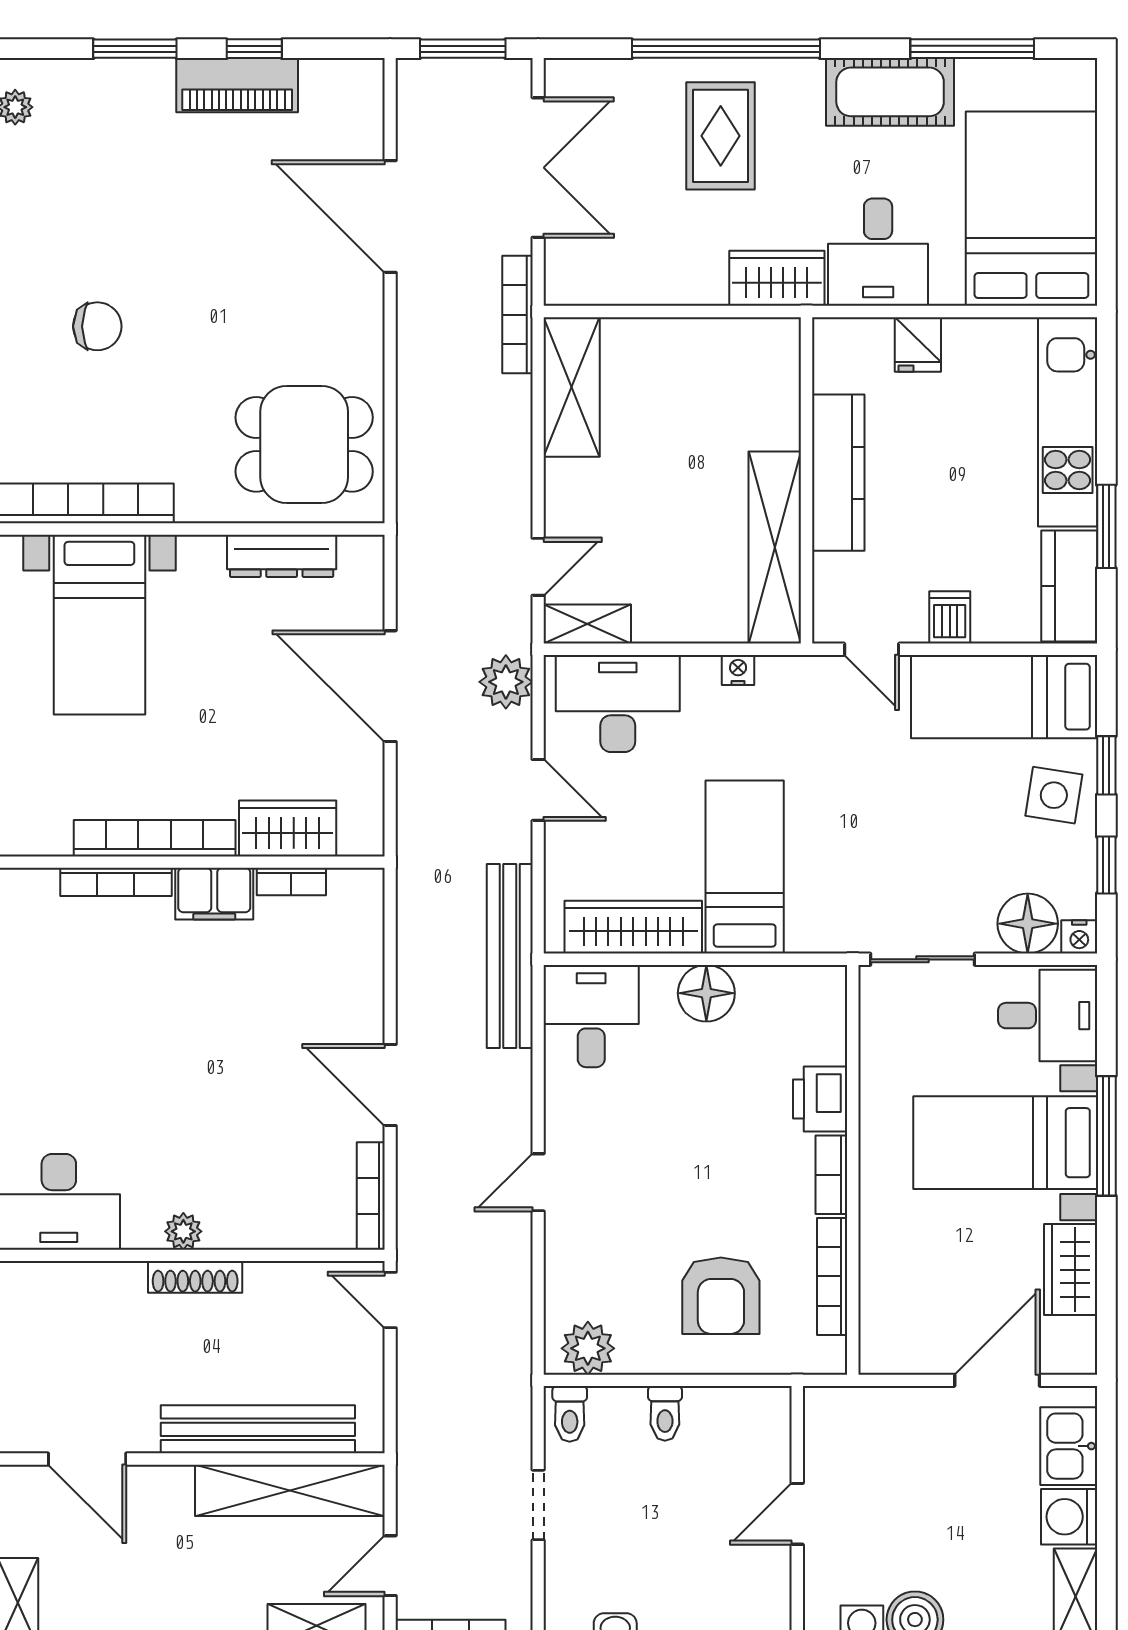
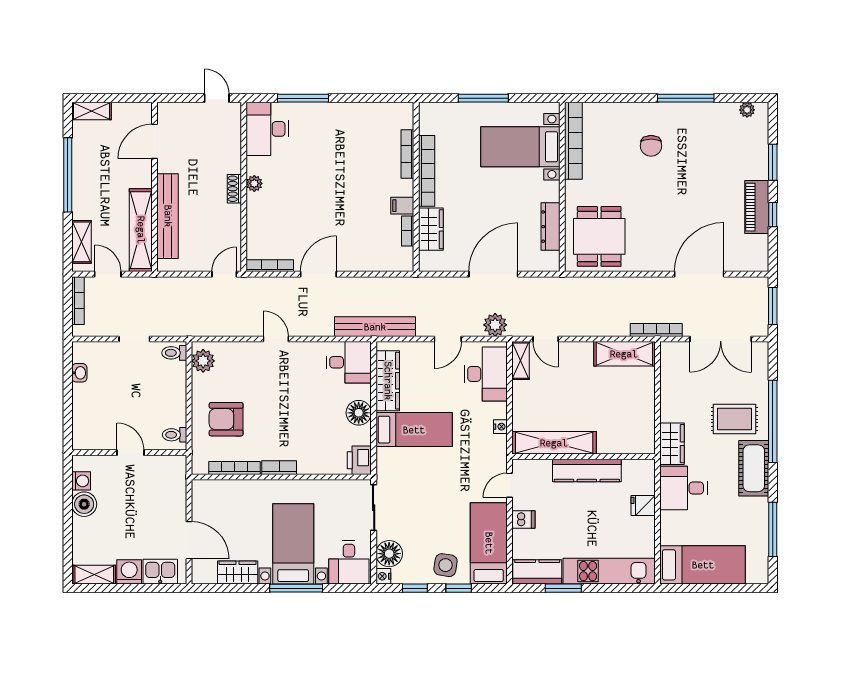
cot: (890, 92) -> (754, 468), moved
bed: (1031, 209) -> (703, 565), width x0.67
filing cabinet: (214, 894) -> (402, 206), width x0.50
printer: (820, 1099) -> (359, 460), moved, turned -90
shoe rack: (195, 1277) -> (234, 189), width x0.70
toilet: (665, 1413) -> (175, 435), moved

